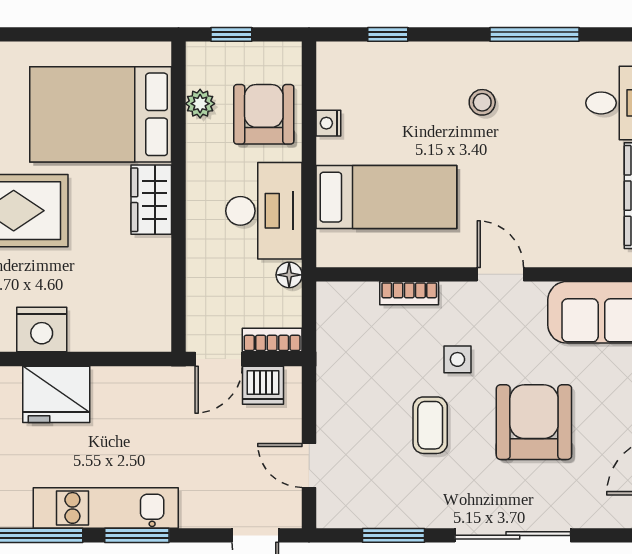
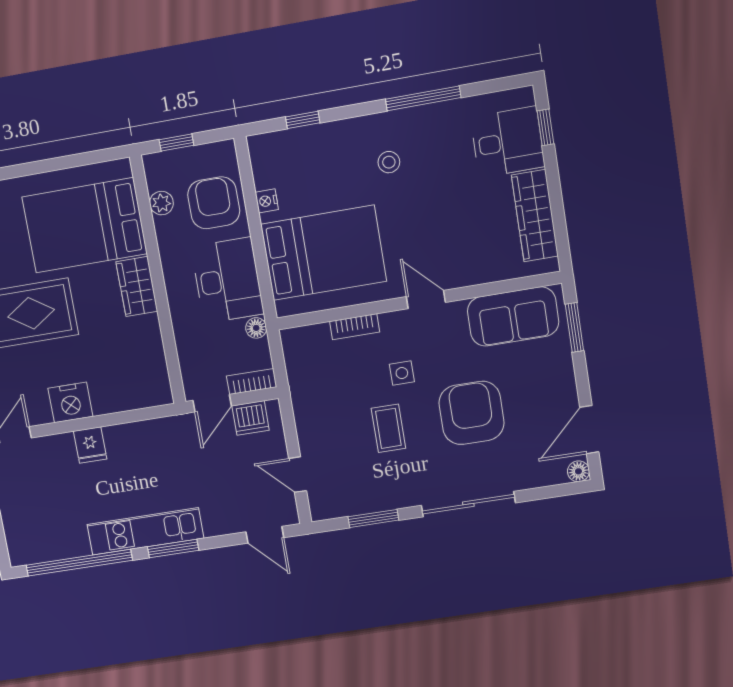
bed: (386, 197) -> (323, 253), width x1.50
fridge: (56, 394) -> (90, 445), width x0.53, depth x0.75

